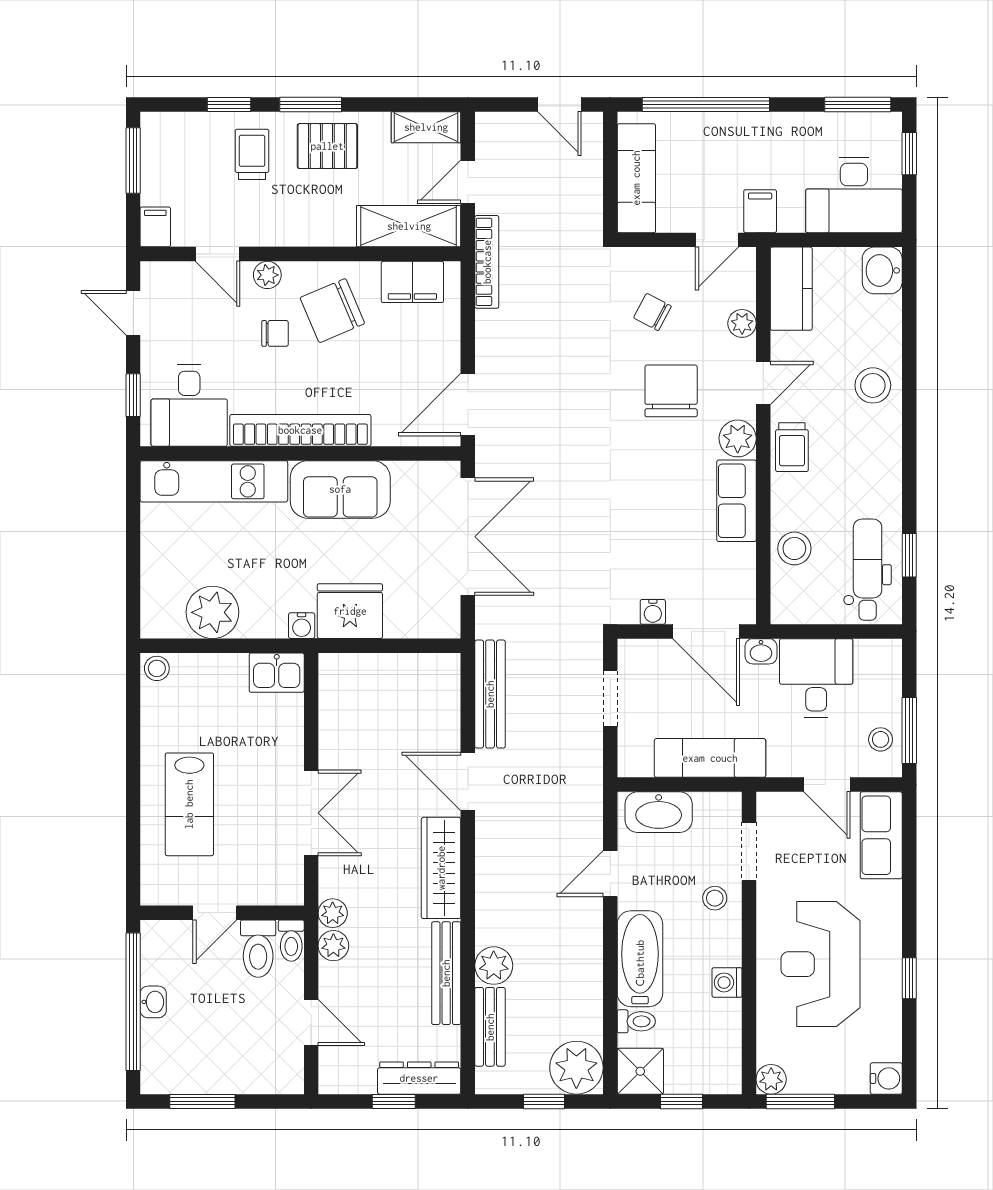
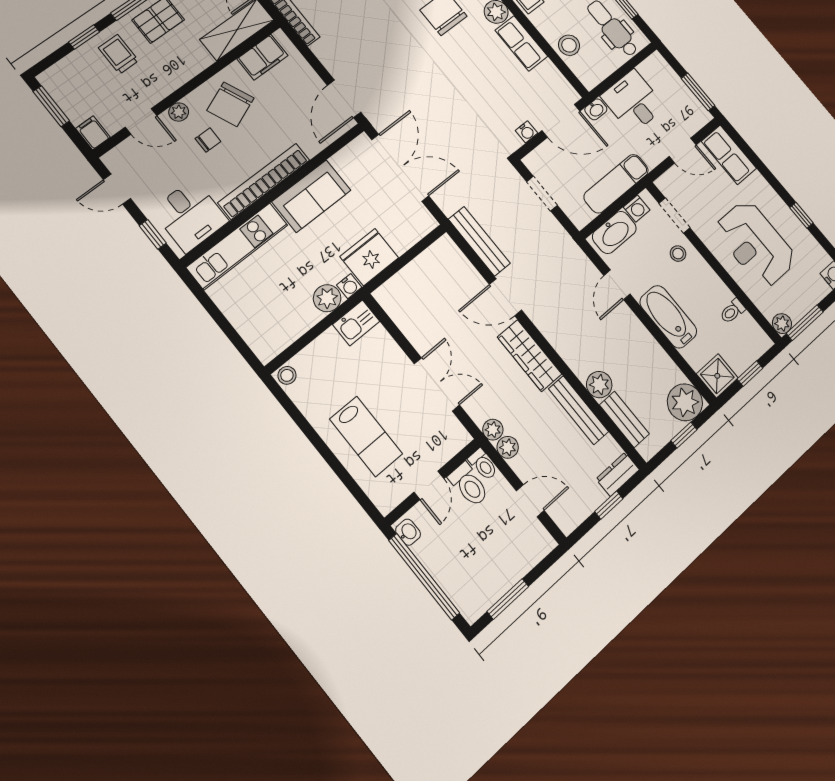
plant: (212, 612) -> (327, 298), moved, width x0.73, depth x0.73
stool: (881, 739) -> (689, 107), removed
washing machine: (727, 982) -> (637, 209), moved, turned -90
washbasin: (153, 1002) -> (408, 532), moved
toilet: (636, 1021) -> (732, 311), moved, turned 180
dresser: (419, 1078) -> (618, 474), width x0.70

